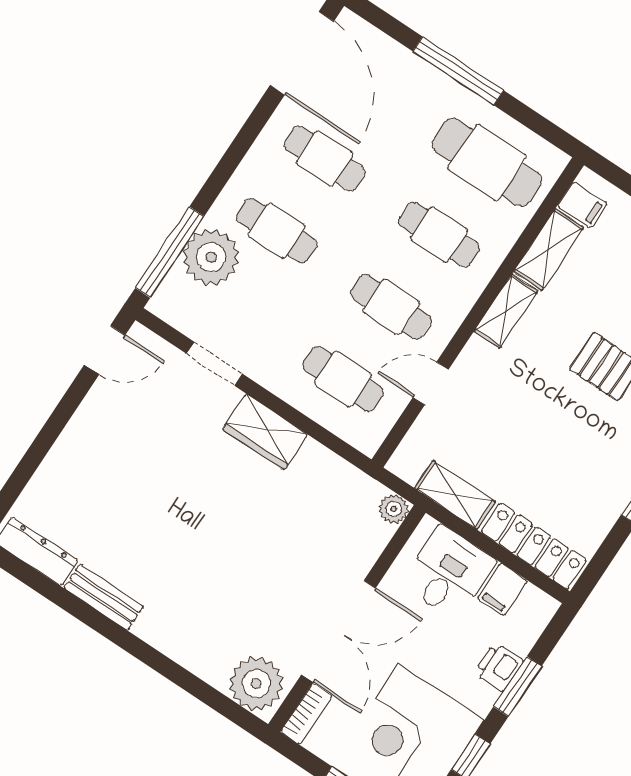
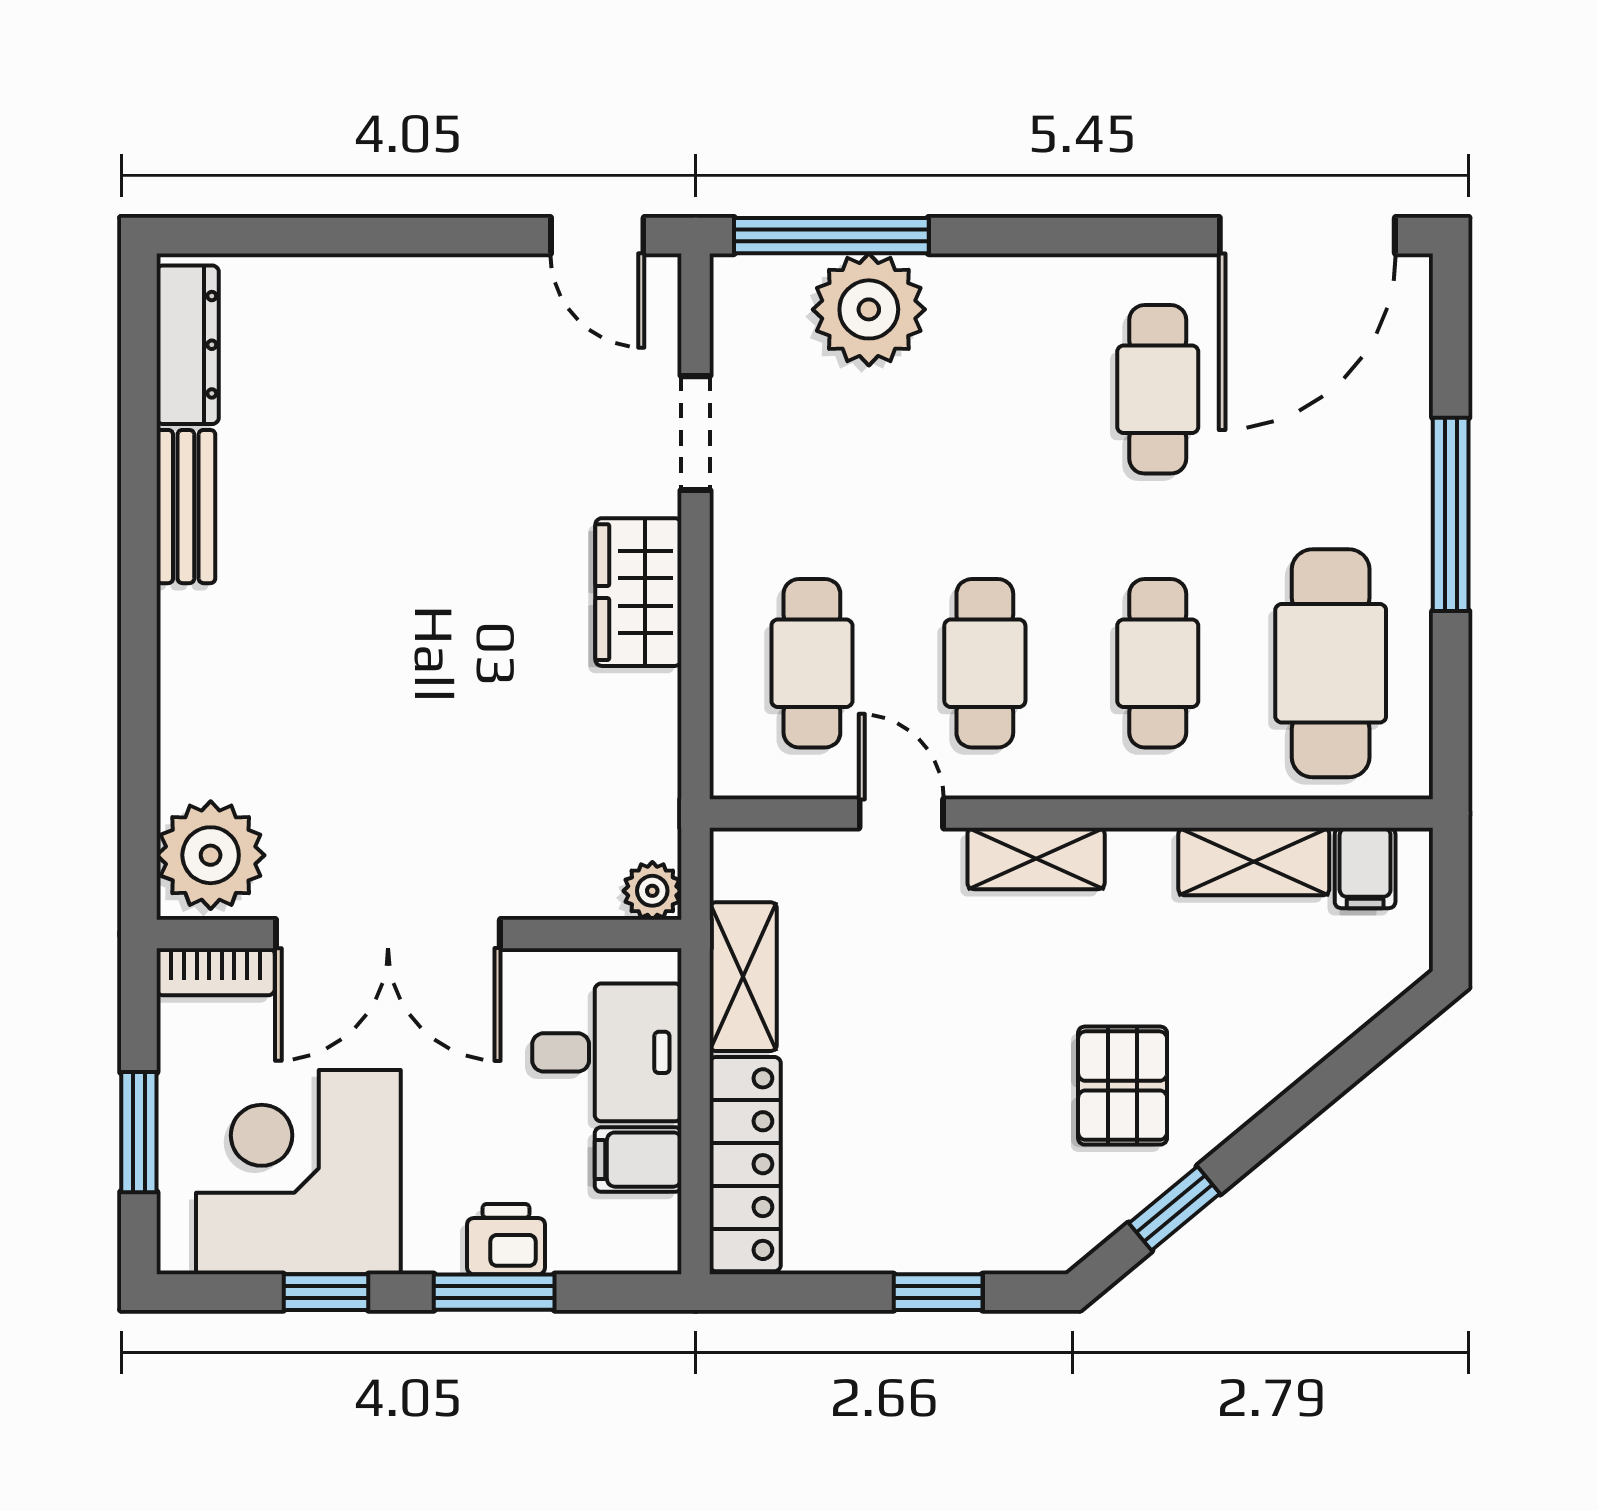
cafe table: (277, 231) -> (985, 389), removed
shelving: (506, 311) -> (1036, 858), moved

